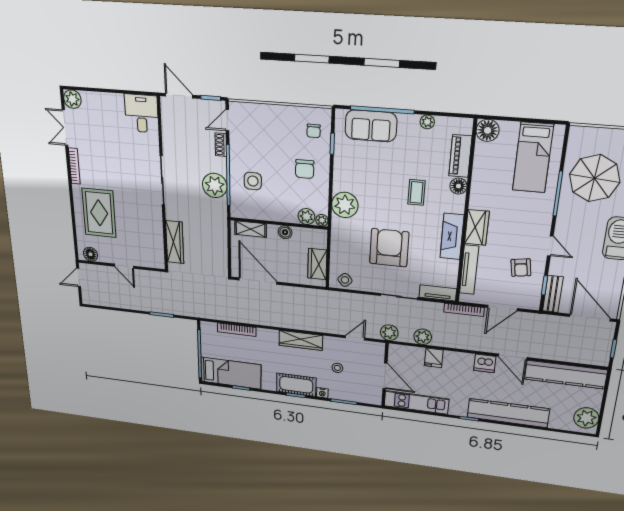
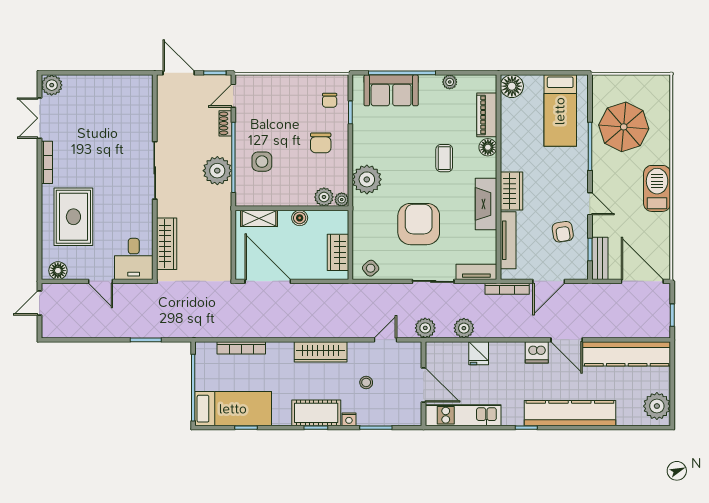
desk: (141, 113) -> (134, 259), moved, turned 180

